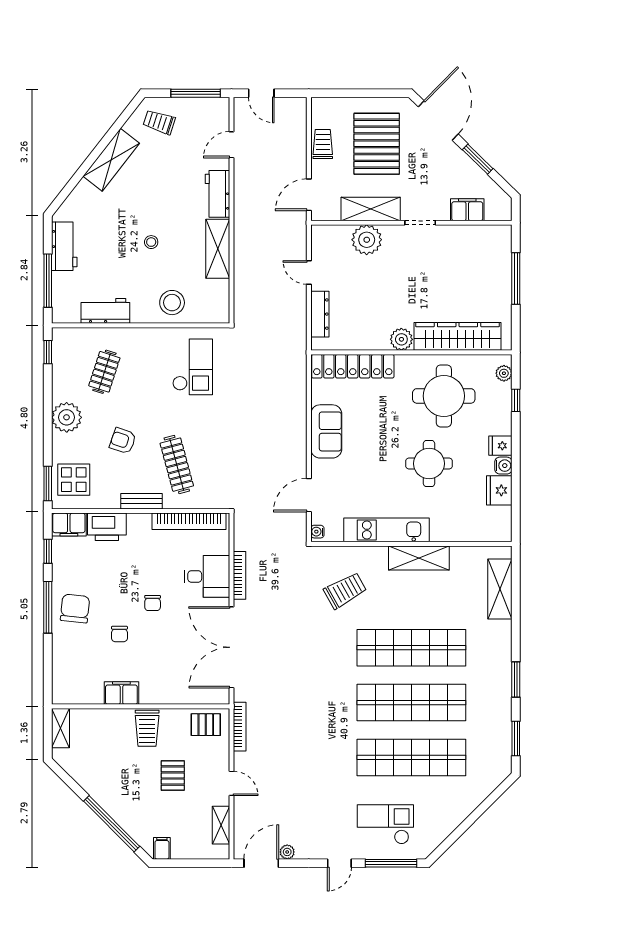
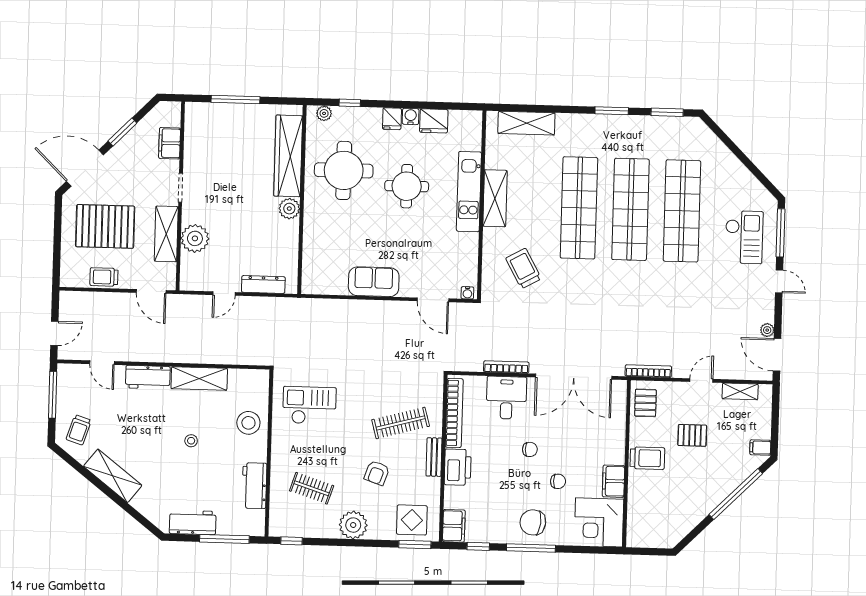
locker: (353, 366) -> (313, 255), removed
printer: (107, 527) -> (458, 467), moved
kitchen unit: (386, 530) -> (469, 192), moved
corner desk: (77, 679) -> (599, 522), added
shelving: (60, 728) -> (645, 539), removed
checkout: (385, 824) -> (744, 237), turned 180

